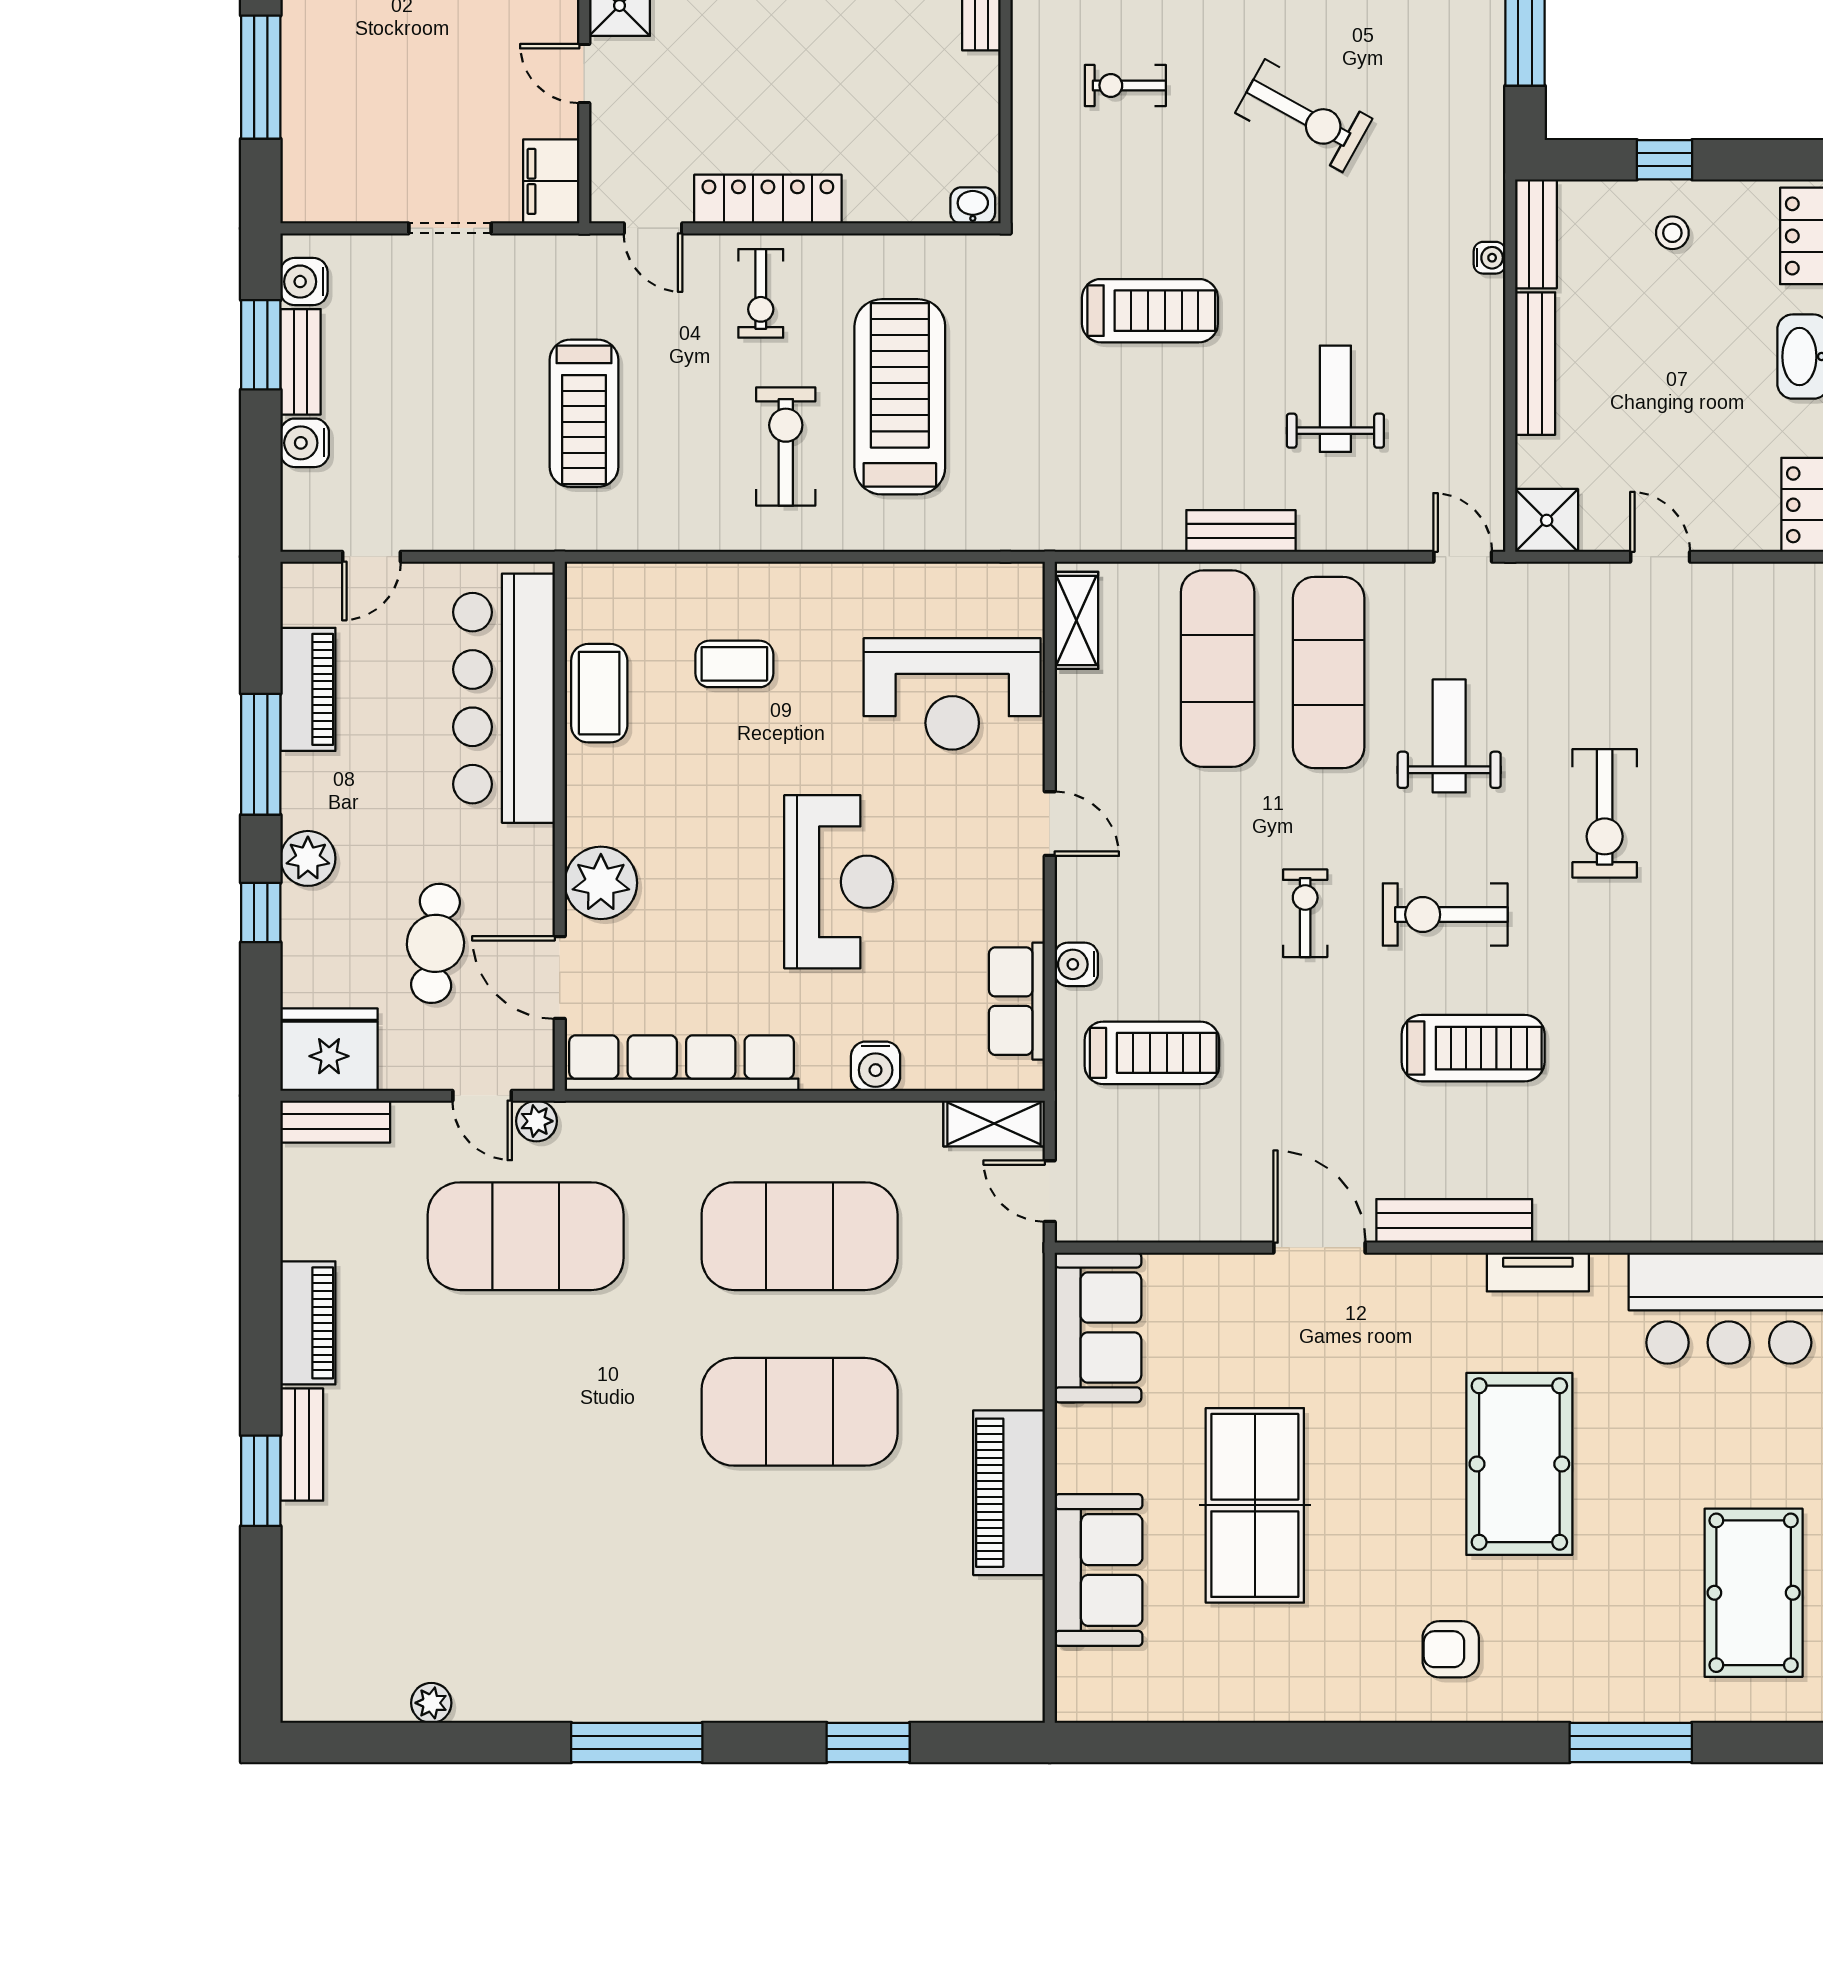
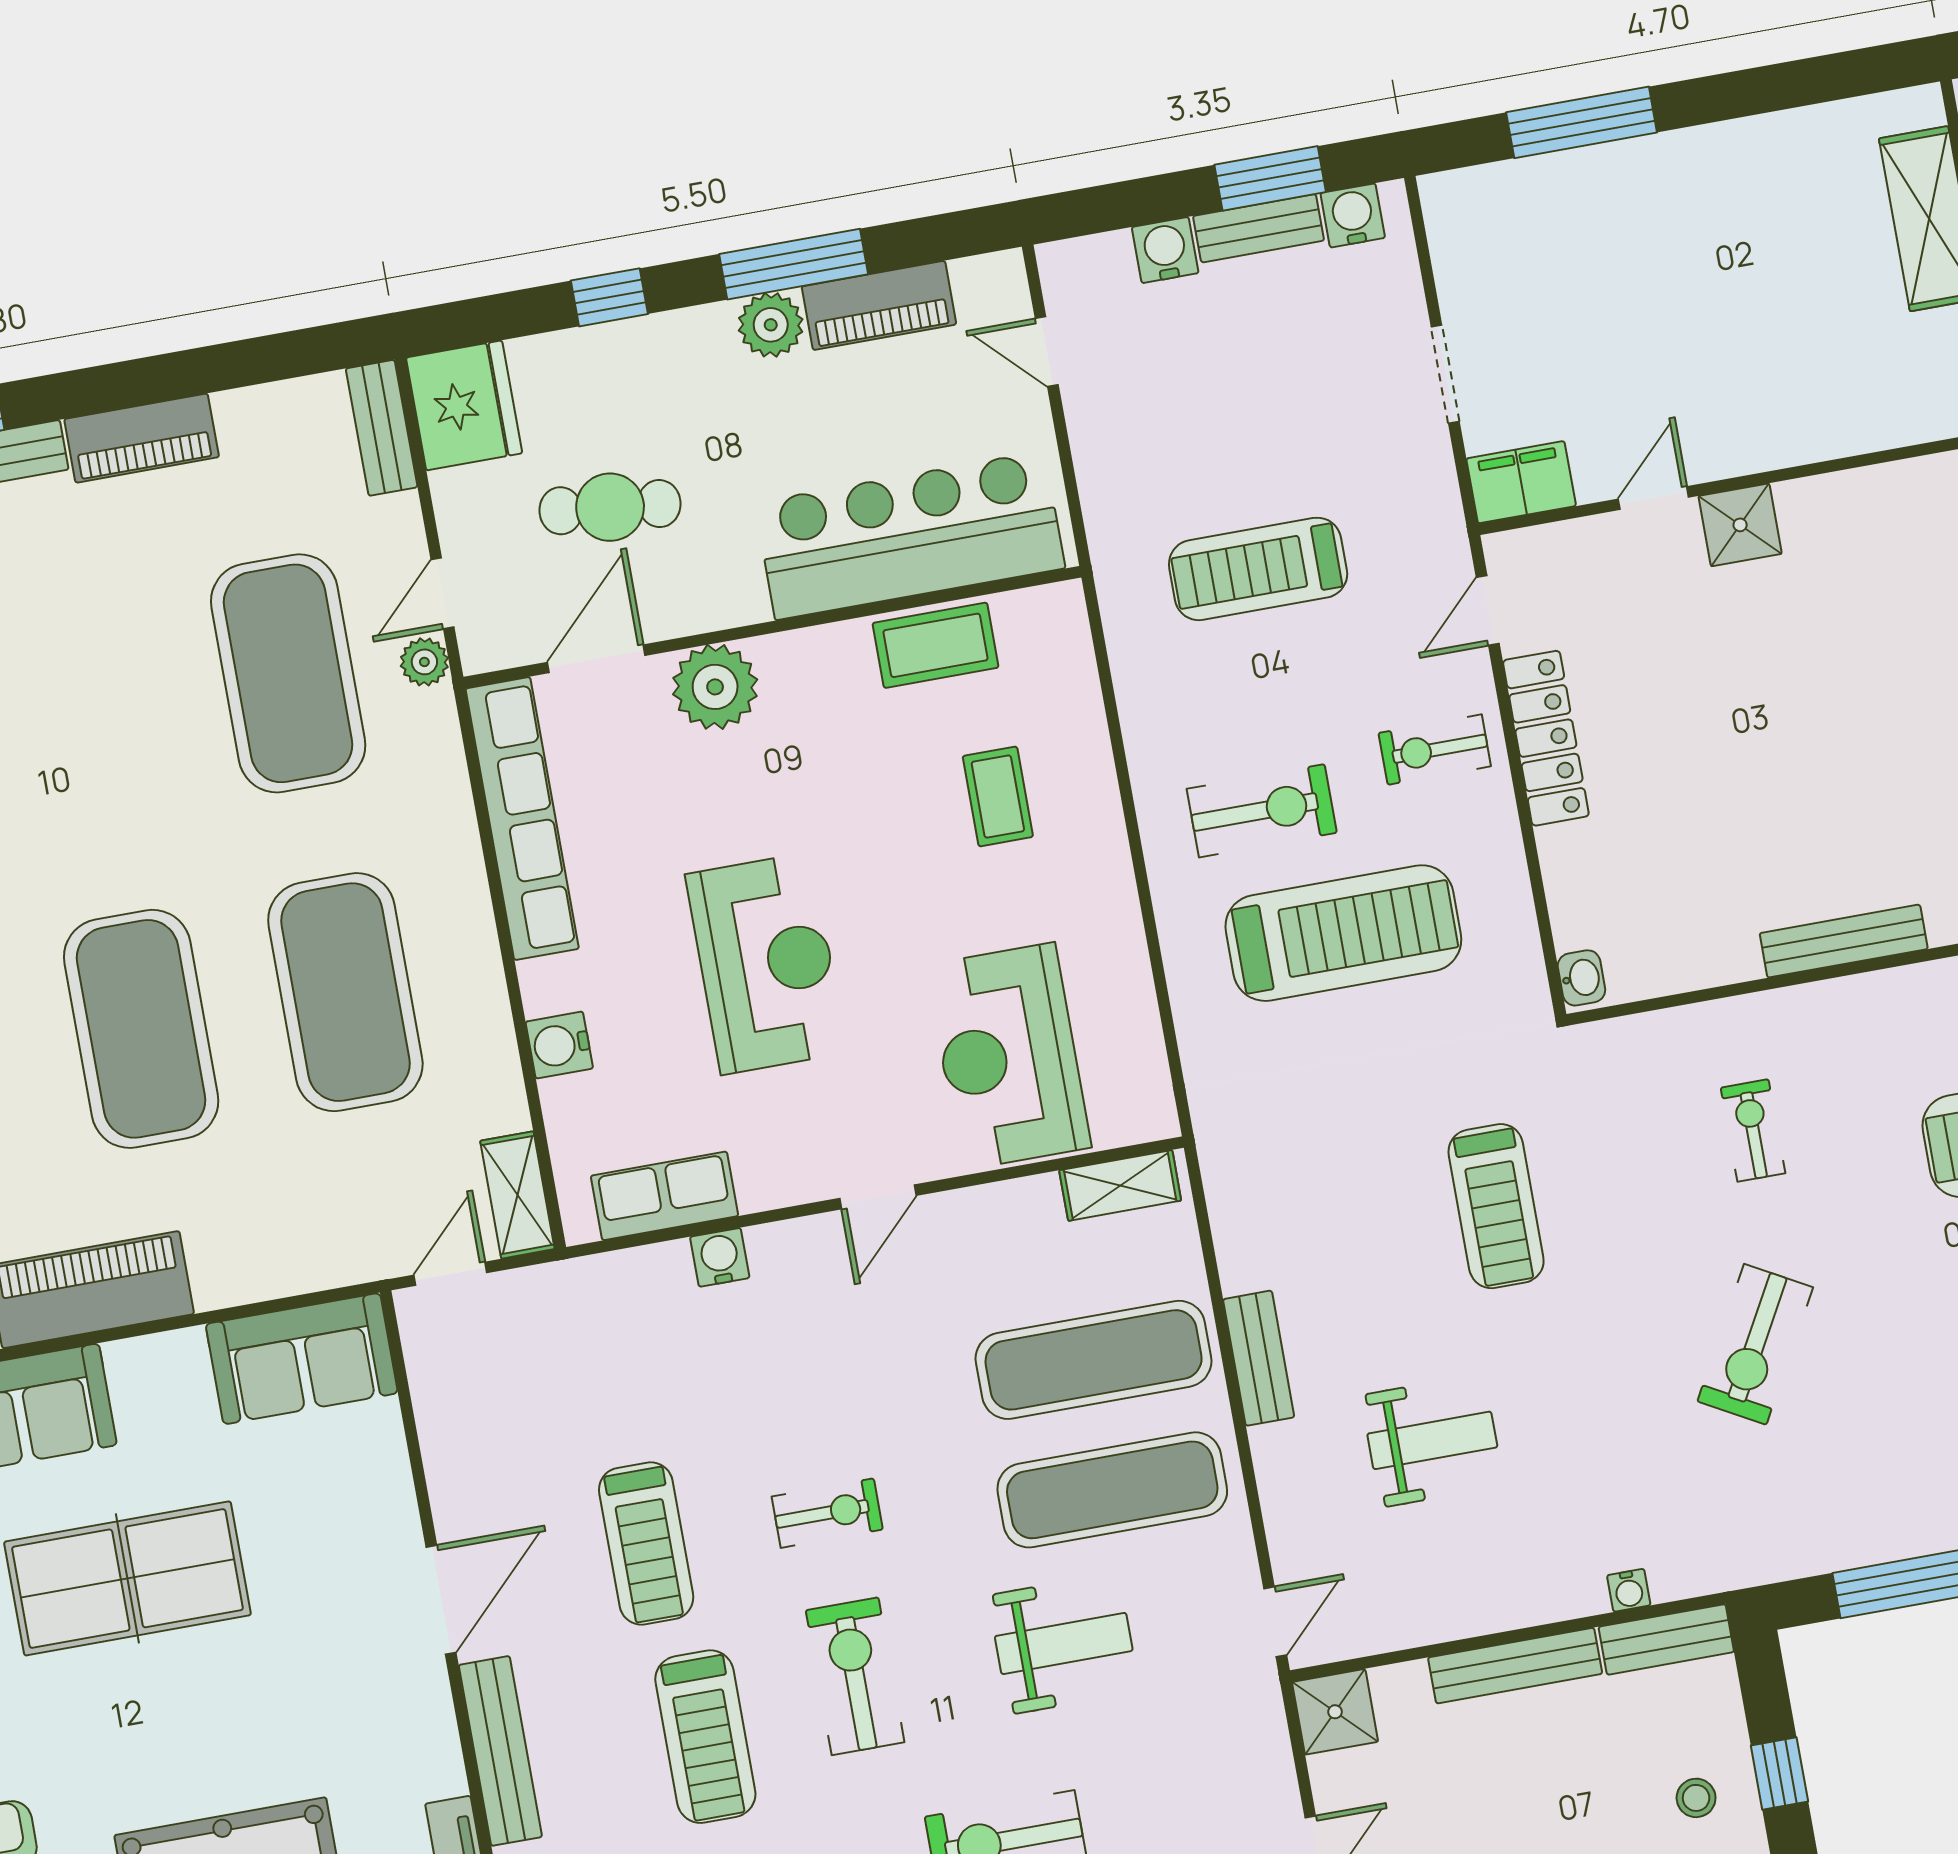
plant: (308, 858) -> (771, 325), moved
reception desk: (839, 882) -> (766, 963), turned -90
treadmill: (1152, 1053) -> (646, 1543), moved

